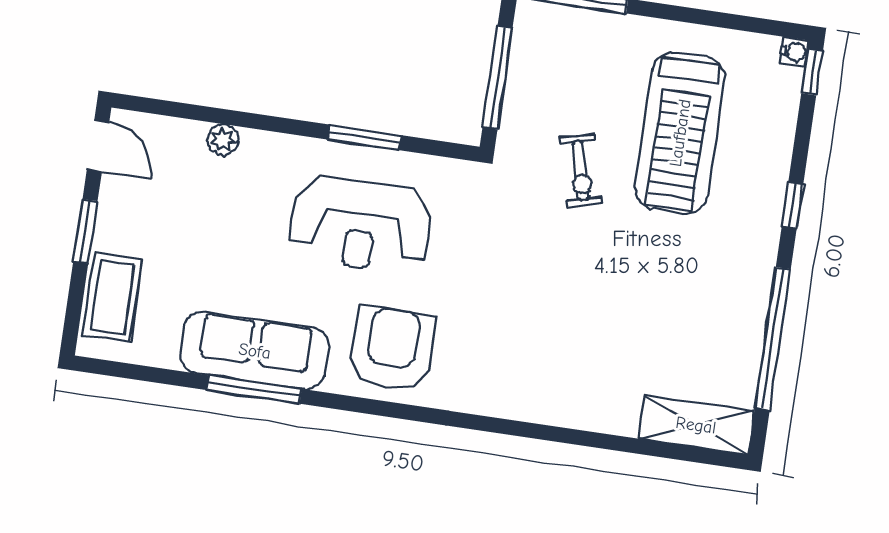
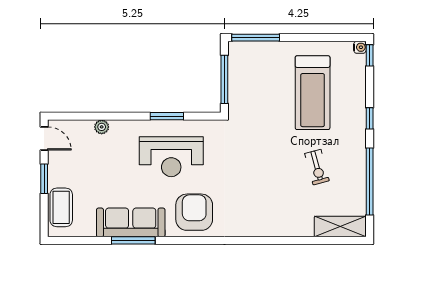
exercise bike: (581, 171) -> (317, 167), moved

